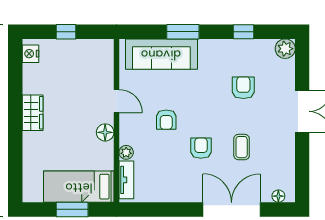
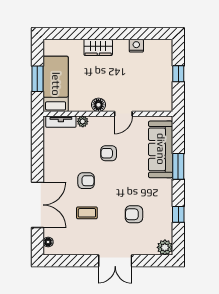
nightstand: (30, 54) -> (136, 46), moved
armchair: (243, 88) -> (134, 214), turned 180
wardrobe: (33, 113) -> (98, 47), moved

